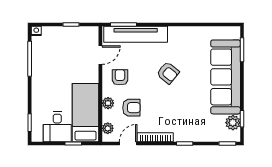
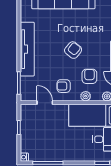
tv unit: (136, 34) -> (27, 49), moved
armchair: (168, 73) -> (73, 50), moved

